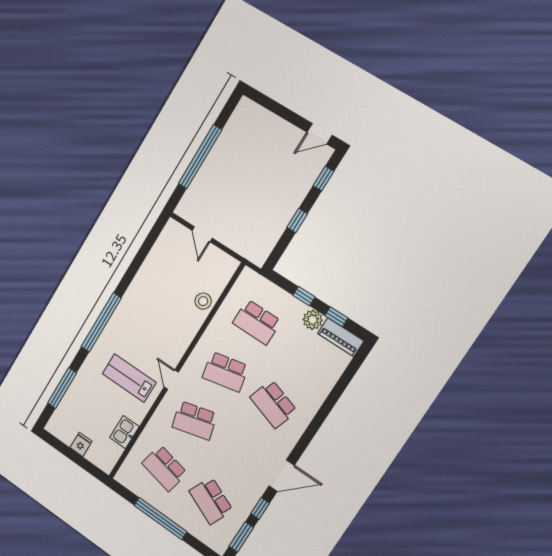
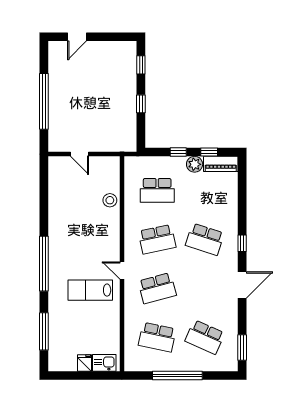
door: (319, 134) -> (77, 37), moved
kitchen sink: (124, 432) -> (104, 363), moved, turned 90
window: (260, 508) -> (242, 243), moved

